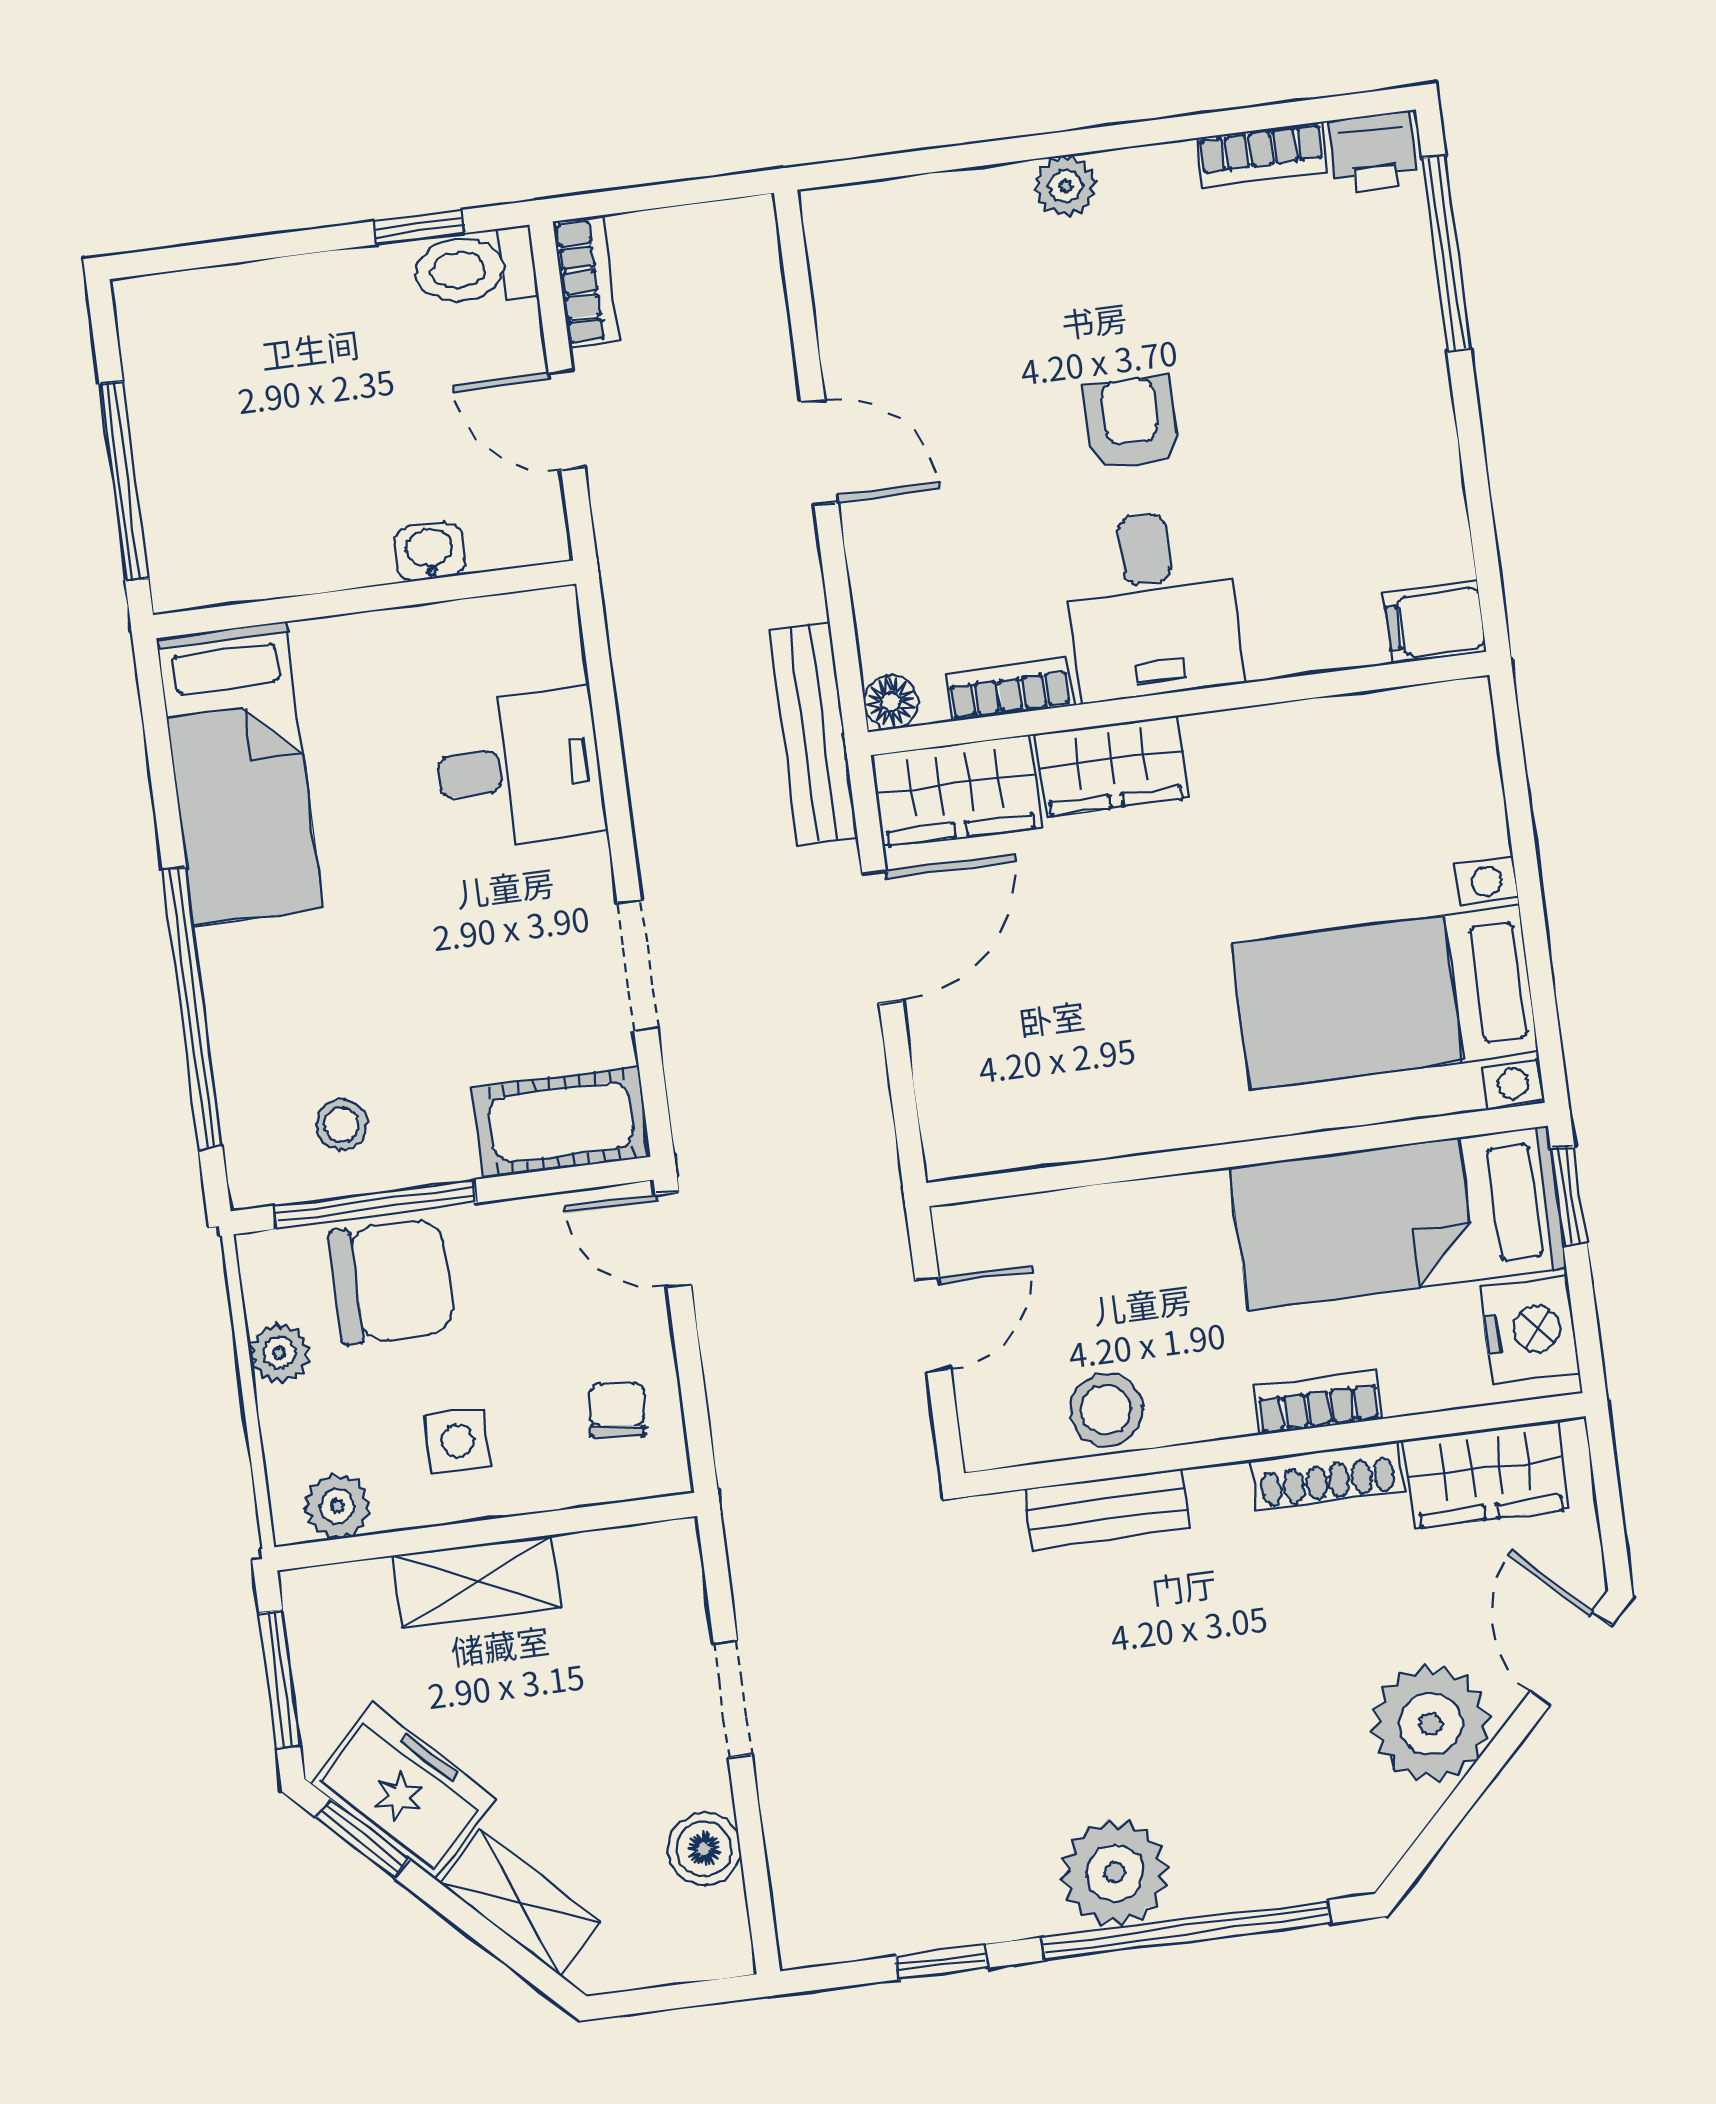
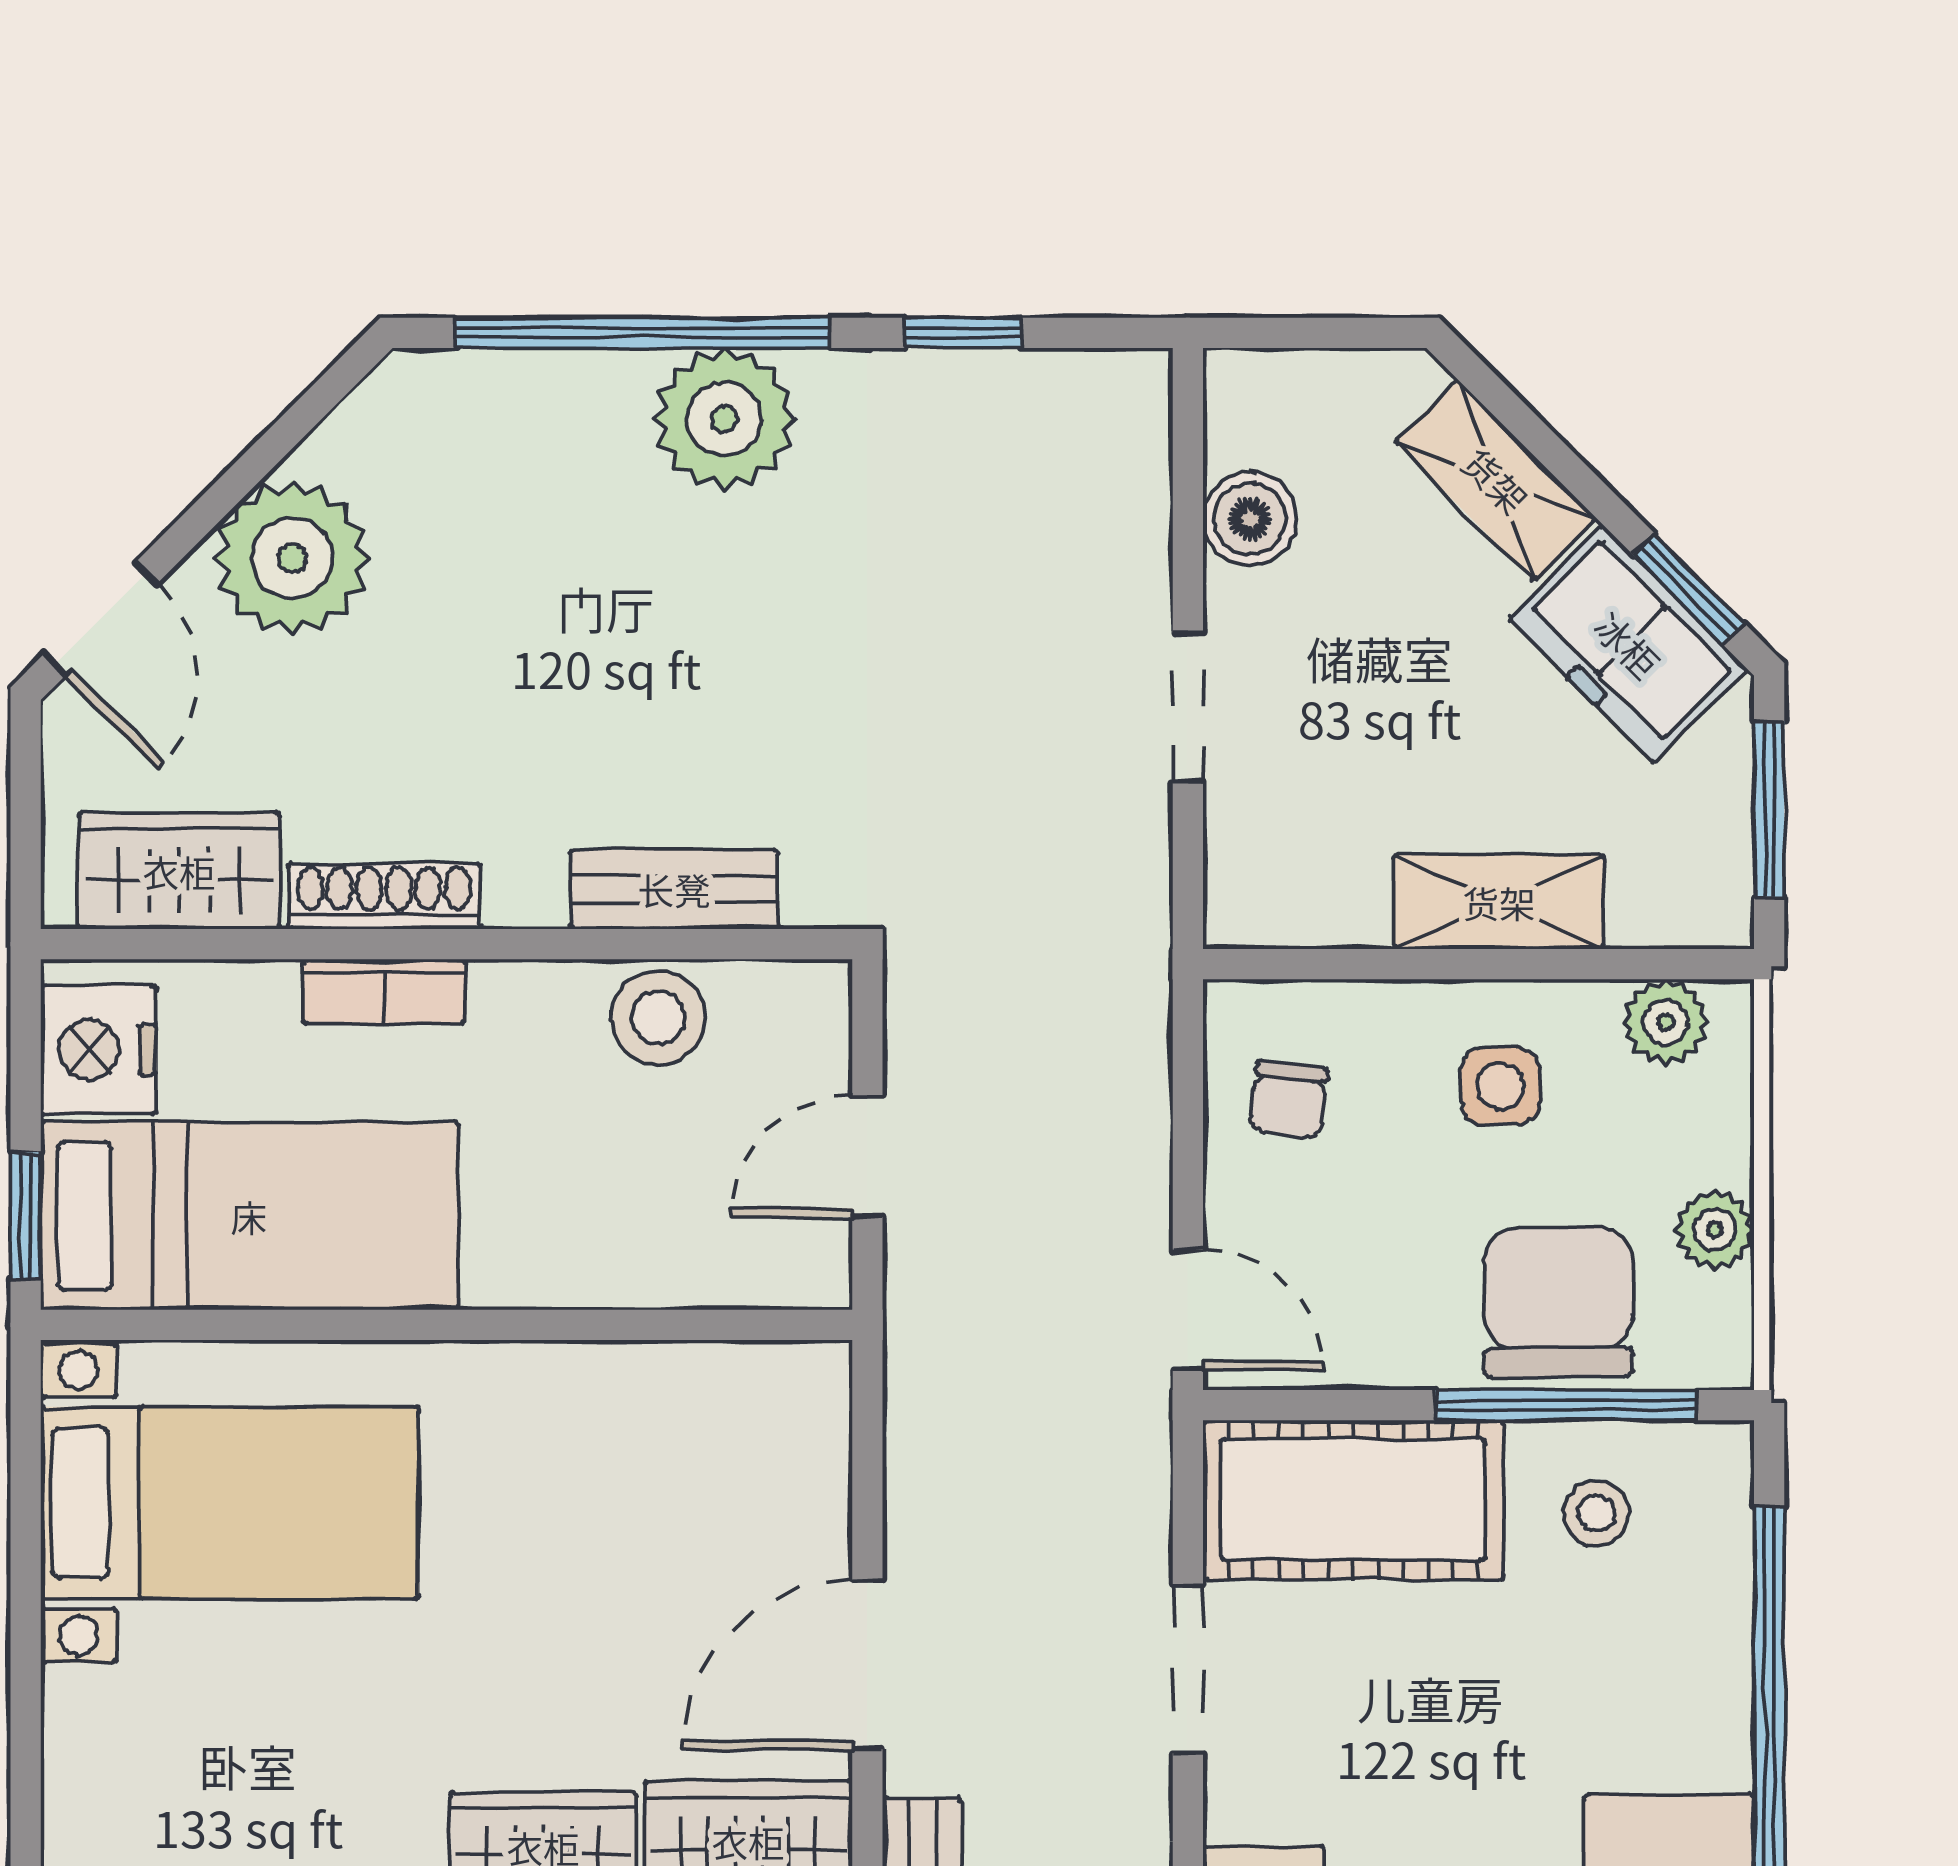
cot: (561, 1122) -> (1353, 1500), width x1.37, depth x1.34
chair: (391, 1282) -> (1558, 1302), turned 90

